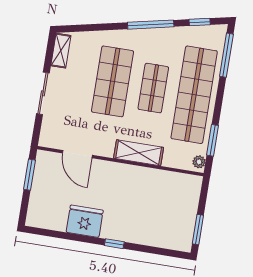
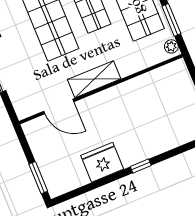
shelving: (139, 153) -> (94, 79), moved
window: (30, 175) -> (38, 178), moved

